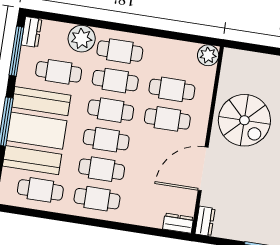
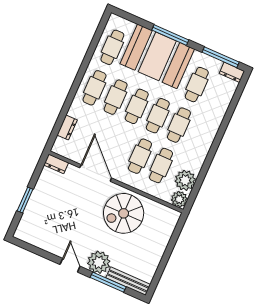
plant: (82, 39) -> (185, 180), moved
cafe table: (120, 51) -> (200, 134), removed
dresser: (178, 223) -> (67, 127), moved

